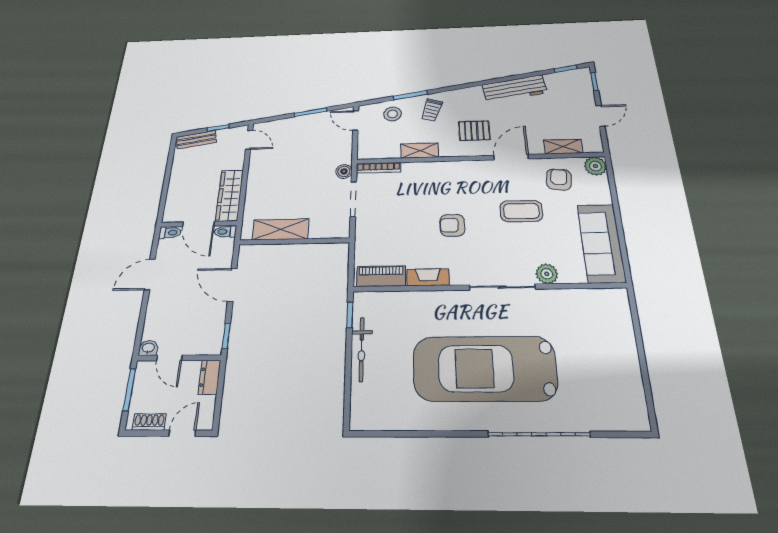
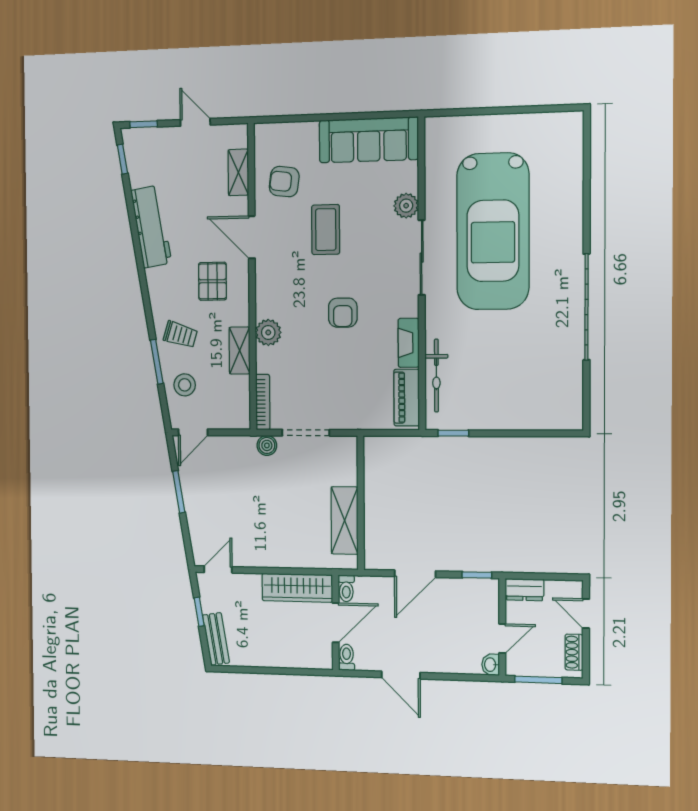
plant: (595, 166) -> (268, 332), moved
bicycle: (362, 349) -> (436, 376), moved, turned 90
car: (484, 368) -> (493, 231), moved
garage door: (539, 434) -> (586, 307), moved

